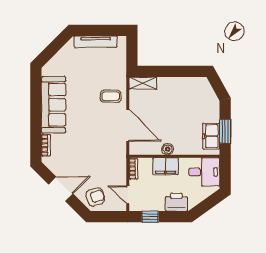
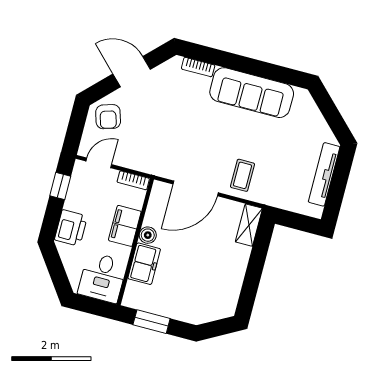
freezer: (211, 136) -> (144, 264), moved, turned 90
door: (61, 189) -> (132, 72), swing flipped

